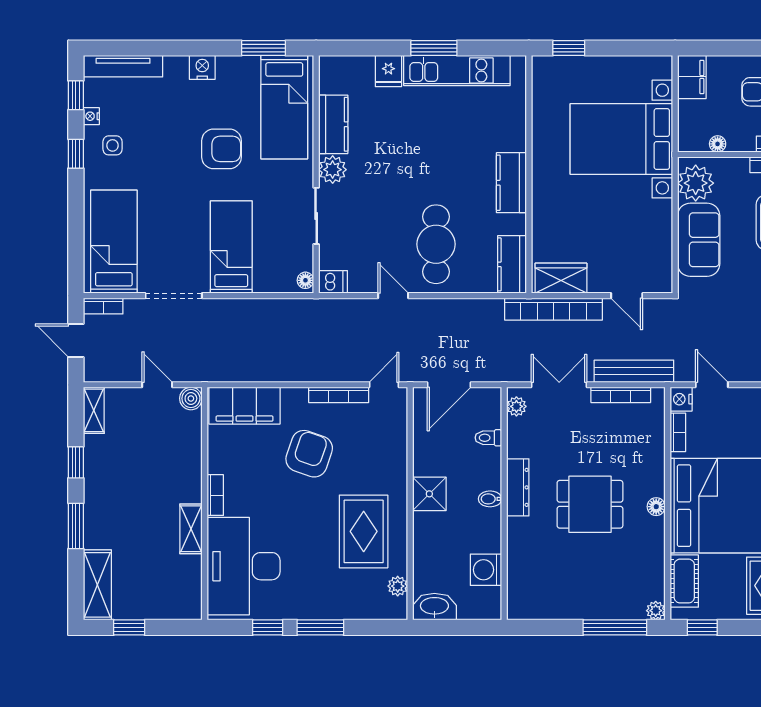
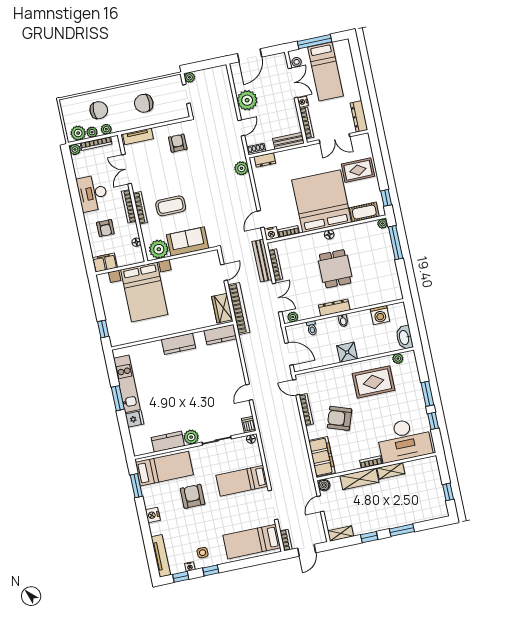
cafe table: (436, 244) -> (218, 376), removed
double door: (559, 385) -> (277, 298), swing flipped
shelving: (97, 585) -> (359, 479), moved

